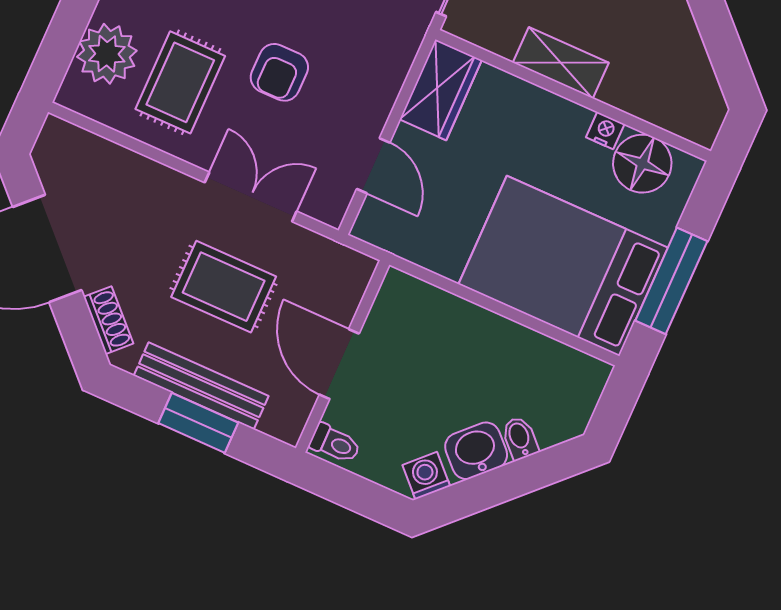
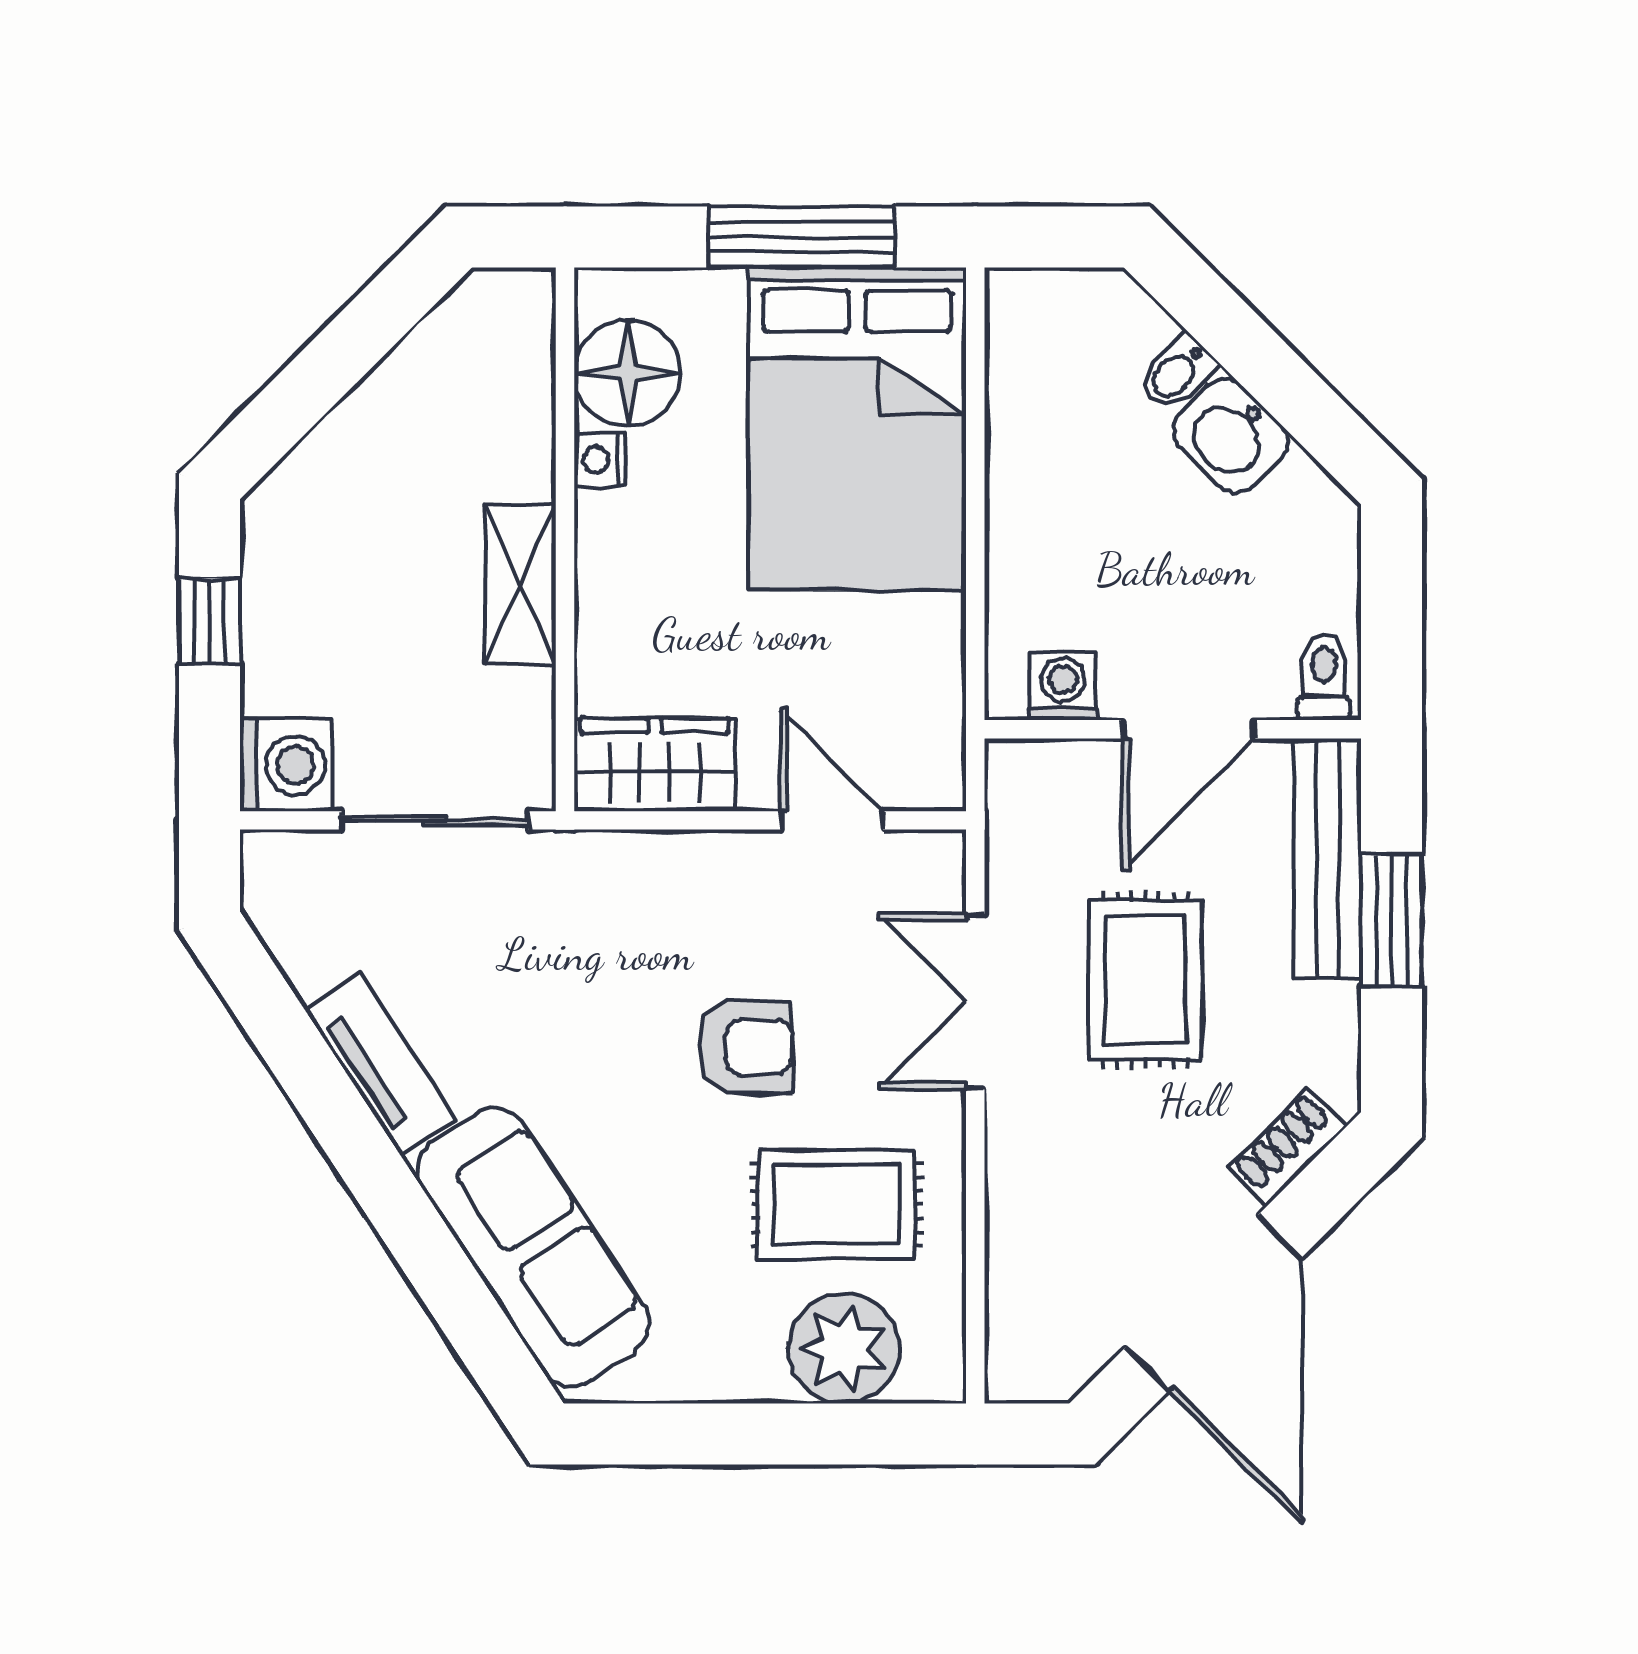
door: (373, 166) -> (832, 820), hinge flipped
bench: (201, 386) -> (1327, 859), moved
washing machine: (426, 476) -> (1063, 686), moved, turned 135

